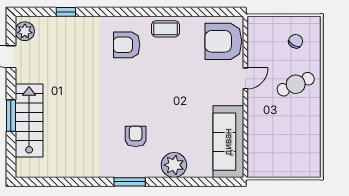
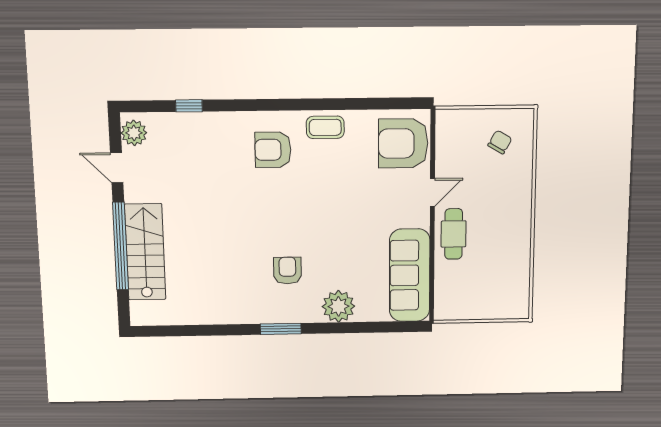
cafe table: (296, 84) -> (454, 234), moved, turned -66
window: (11, 116) -> (121, 246), width x2.11

